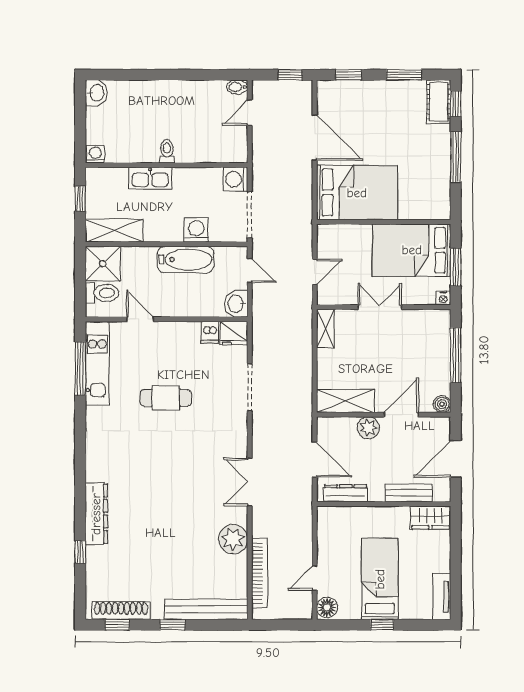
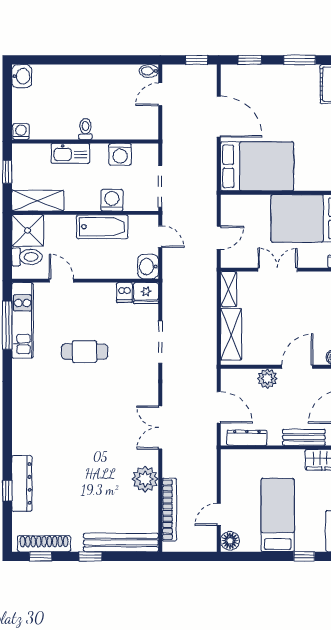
washing machine: (235, 179) -> (120, 154), moved, turned -90
shelving: (345, 401) -> (231, 334), moved, turned 90
dresser: (96, 514) -> (22, 483), moved
window: (382, 625) -> (304, 556), moved

